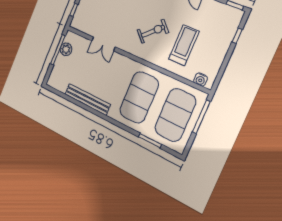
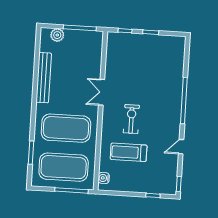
exercise bike: (153, 31) -> (131, 119), turned -136
double door: (103, 44) -> (102, 92), moved
treadmill: (184, 45) -> (129, 152), turned 180
plant: (66, 49) -> (57, 35), moved

